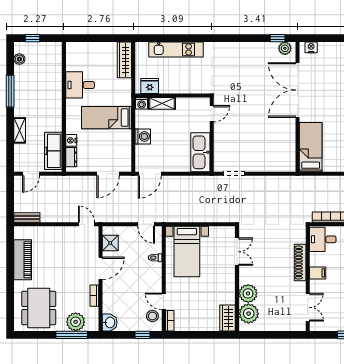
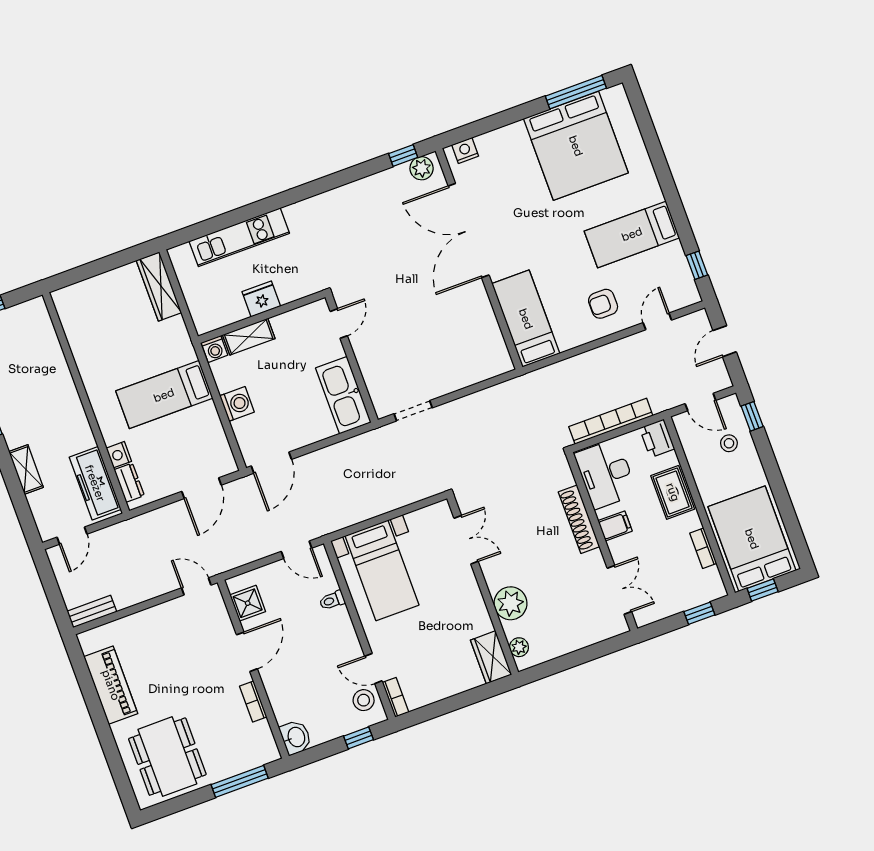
desk: (80, 85) -> (100, 356), removed
fridge: (150, 86) -> (261, 299), moved
desk: (323, 239) -> (606, 474), width x1.37
plant: (249, 314) -> (519, 647), width x0.53, depth x0.53
plant: (76, 322) -> (238, 757), removed

